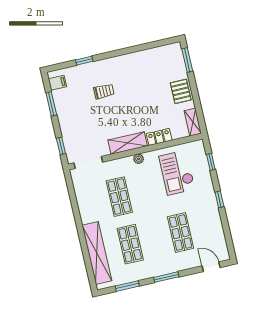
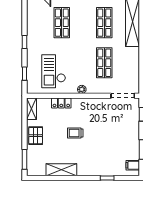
trolley: (104, 91) -> (75, 133), moved
shelving: (128, 143) -> (61, 170), moved
checkout: (177, 173) -> (54, 71), turned 180

